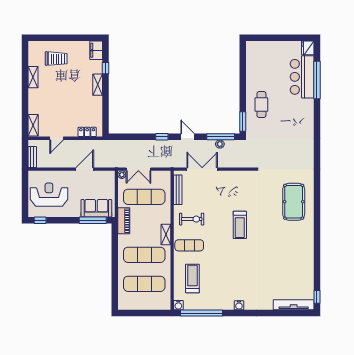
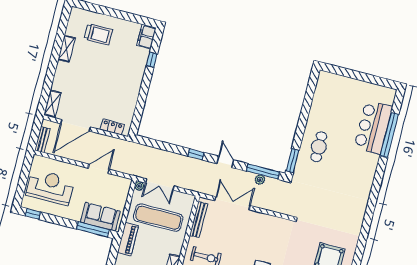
fridge: (308, 48) -> (388, 96), removed
shelving: (98, 85) -> (138, 76), removed
door: (57, 138) -> (76, 125), width x1.88

